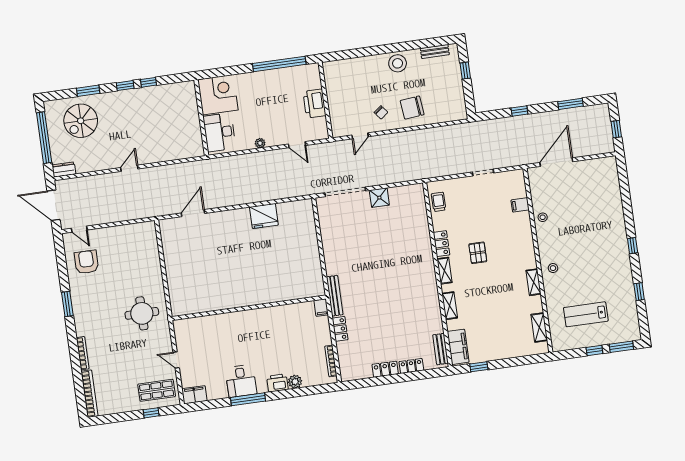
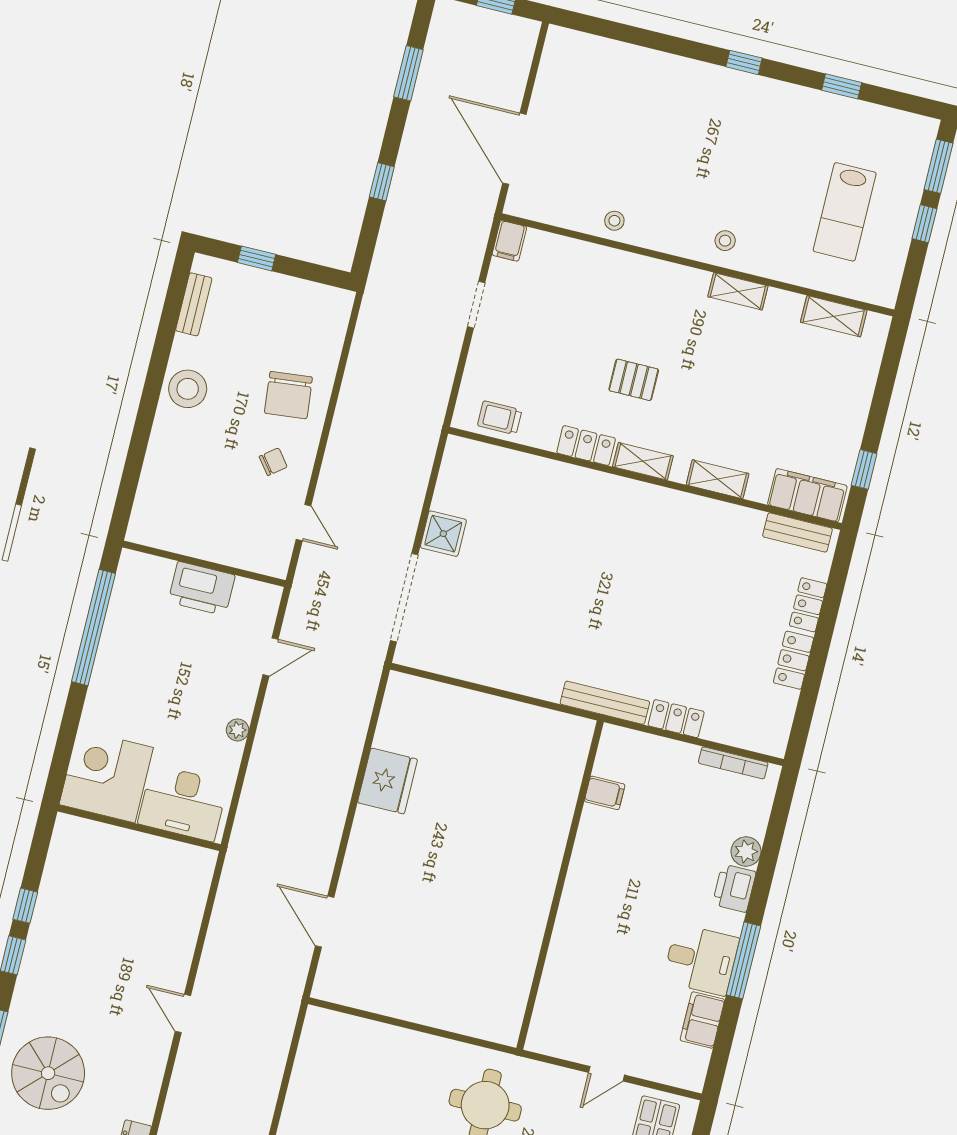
filing cabinet: (520, 205) -> (509, 241), moved
filing cabinet: (321, 308) -> (605, 793), moved
filing cabinet: (194, 395) -> (702, 1020), moved

